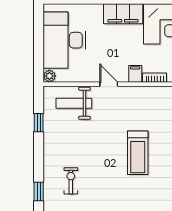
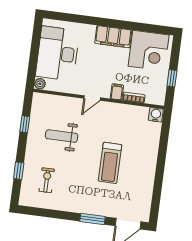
door: (109, 84) -> (92, 98), swing flipped
weight bench: (74, 103) -> (62, 136), moved
window: (39, 191) -> (19, 171), moved

